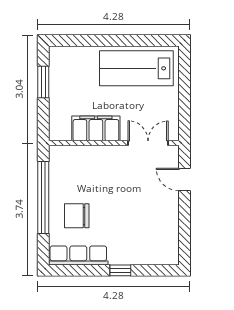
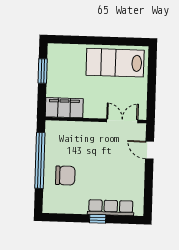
filing cabinet: (96, 128) -> (64, 108), moved
chair: (77, 216) -> (65, 175), turned 180
row of seats: (78, 255) -> (111, 208), moved

